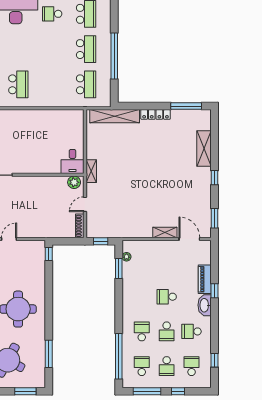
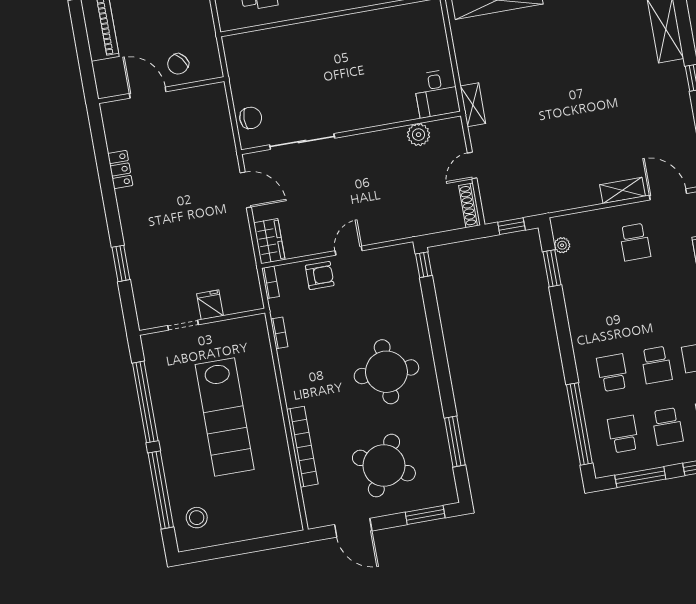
plant: (74, 182) -> (419, 135), moved
school desk: (167, 297) -> (635, 242), moved, turned -90

